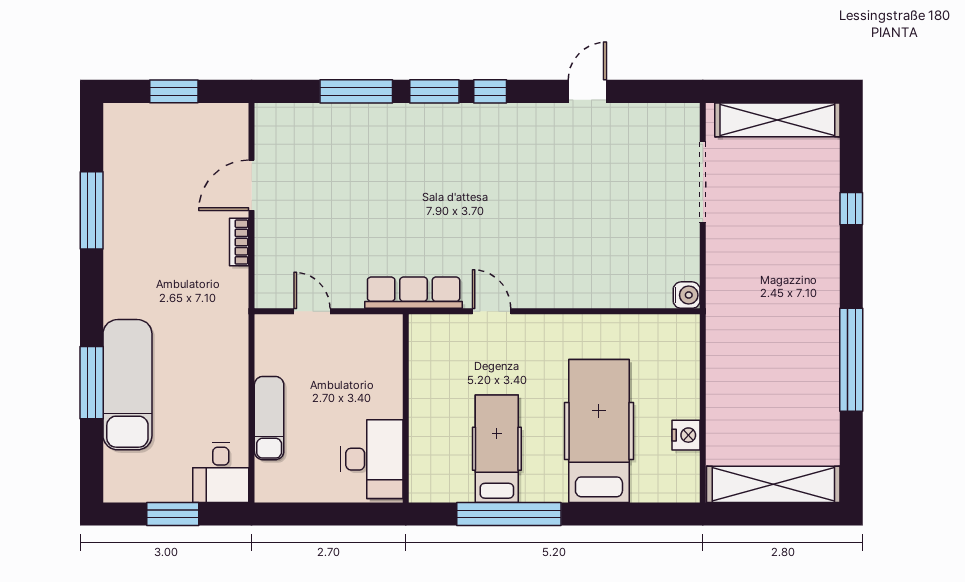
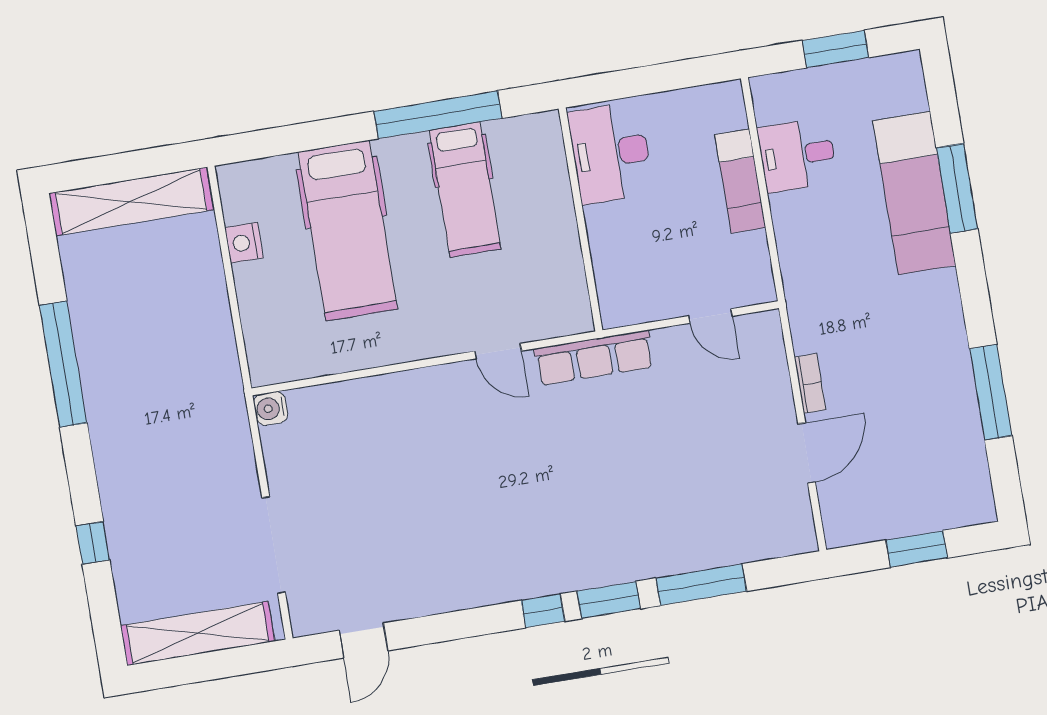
door: (587, 91) -> (364, 641), moved
desk: (221, 472) -> (797, 155), moved, turned -90

